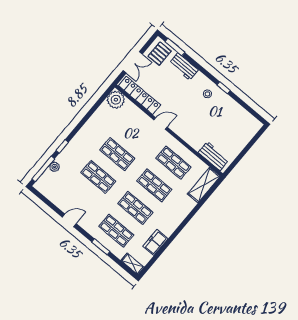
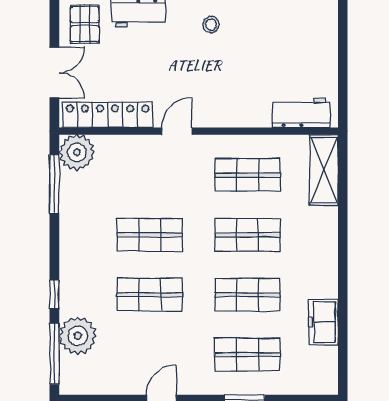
window: (97, 104) -> (54, 184), added
plant: (55, 167) -> (78, 336), width x1.87, depth x1.87
shelving: (133, 264) -> (316, 385), removed

